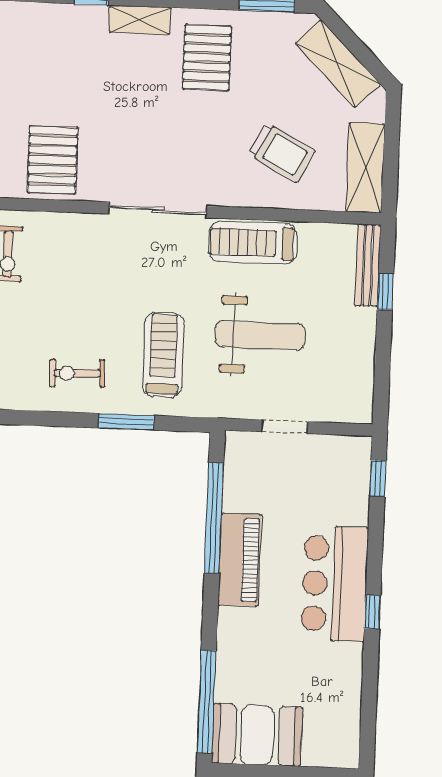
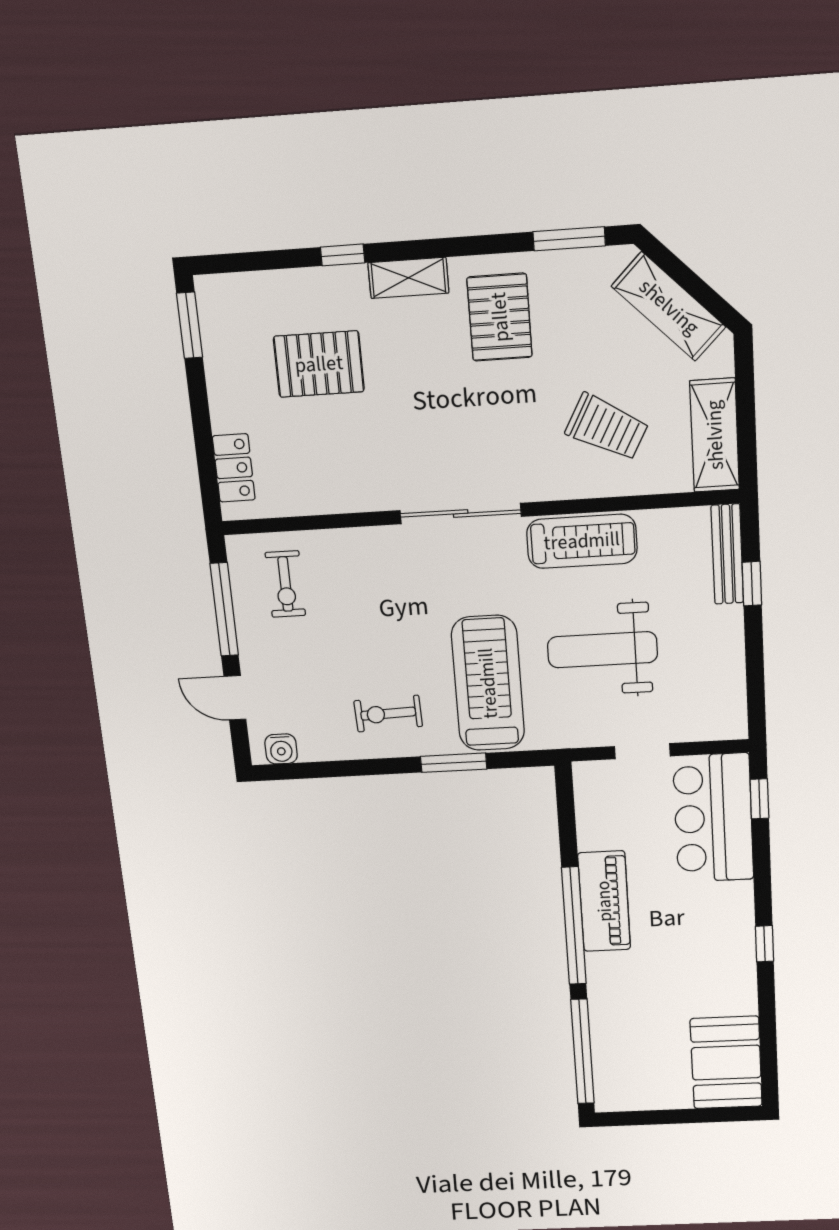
pallet: (53, 160) -> (319, 364), moved, turned 90
treadmill: (253, 243) -> (582, 541), turned 180
weight bench: (260, 335) -> (602, 650), turned 180
treadmill: (163, 355) -> (488, 683), width x1.37, depth x1.38
window: (214, 518) -> (574, 926), moved
bar counter: (335, 584) -> (713, 818), moved
booth: (257, 735) -> (726, 1063), moved, turned 90

